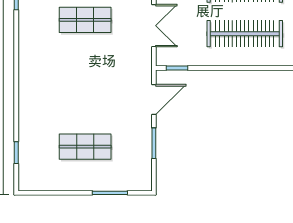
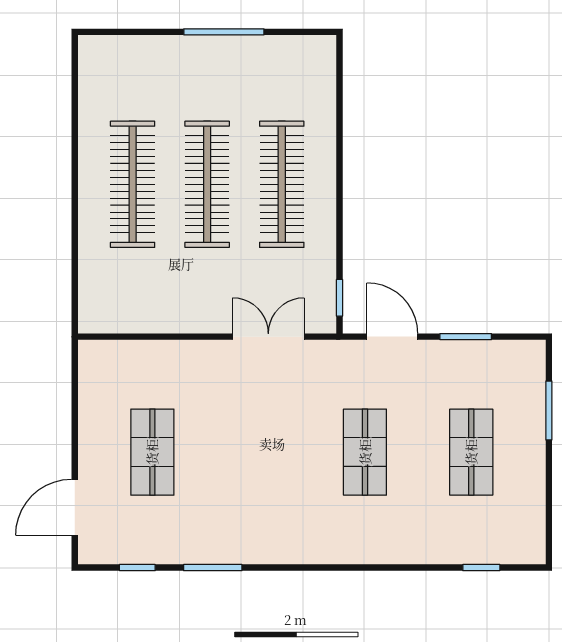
shop shelf: (85, 20) -> (365, 452), moved

